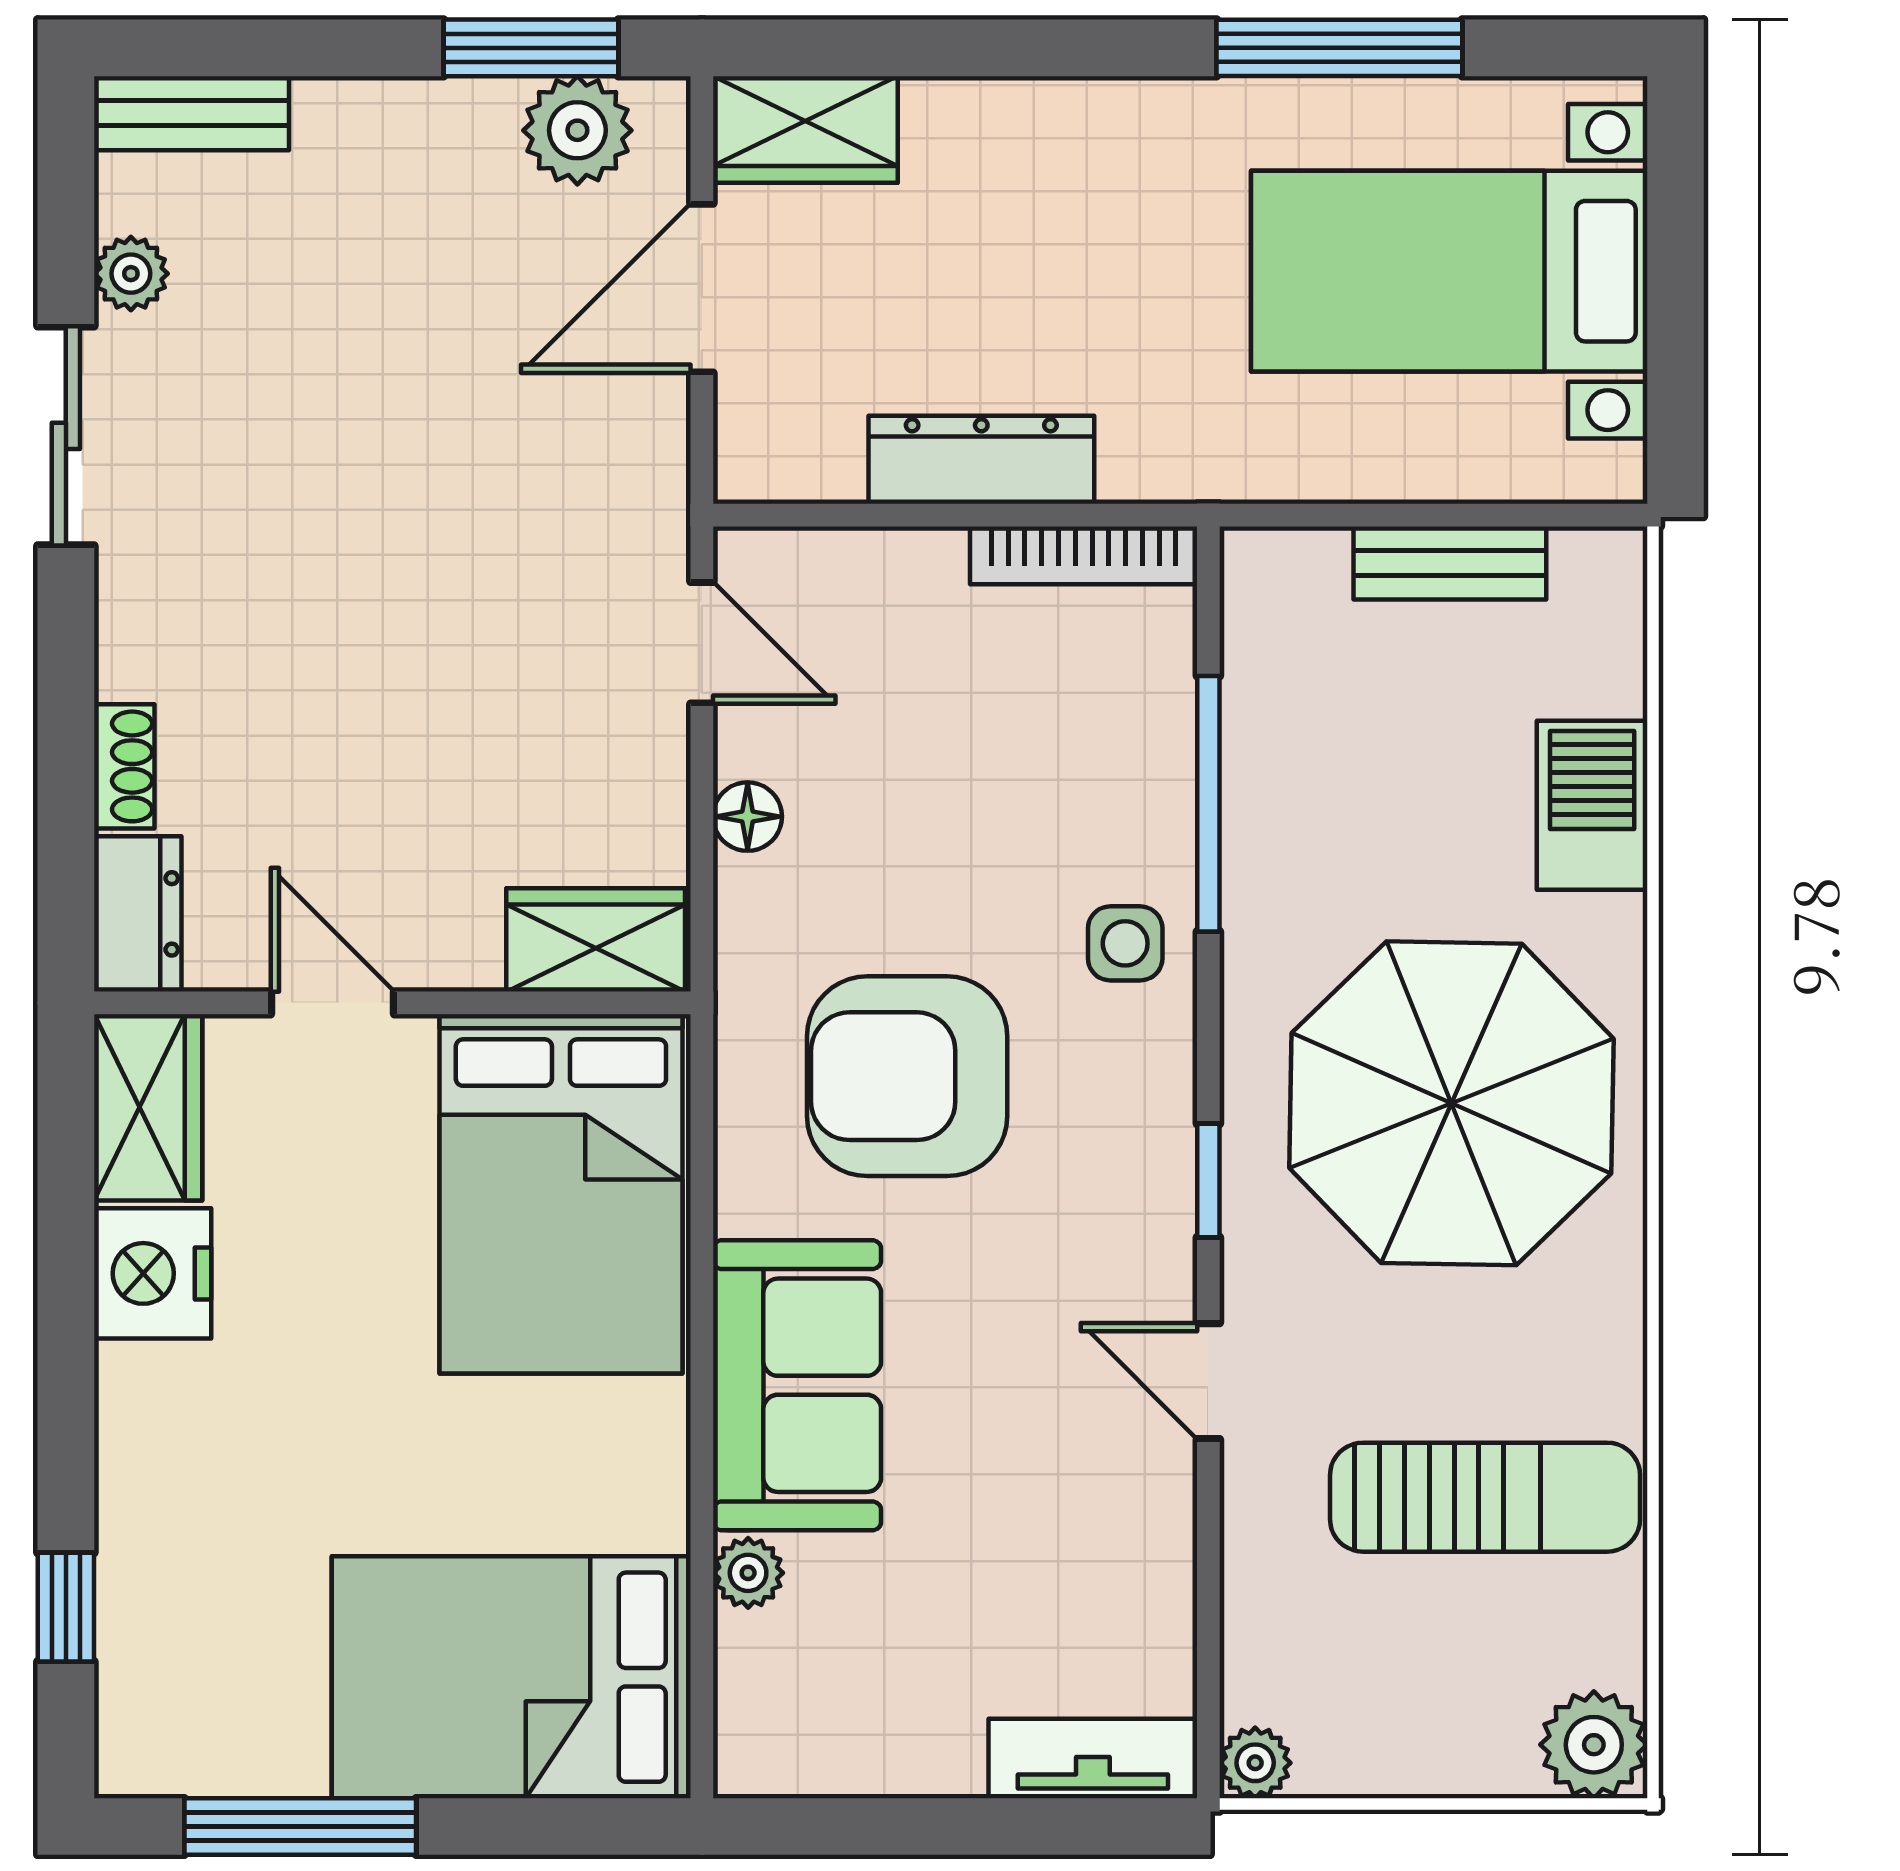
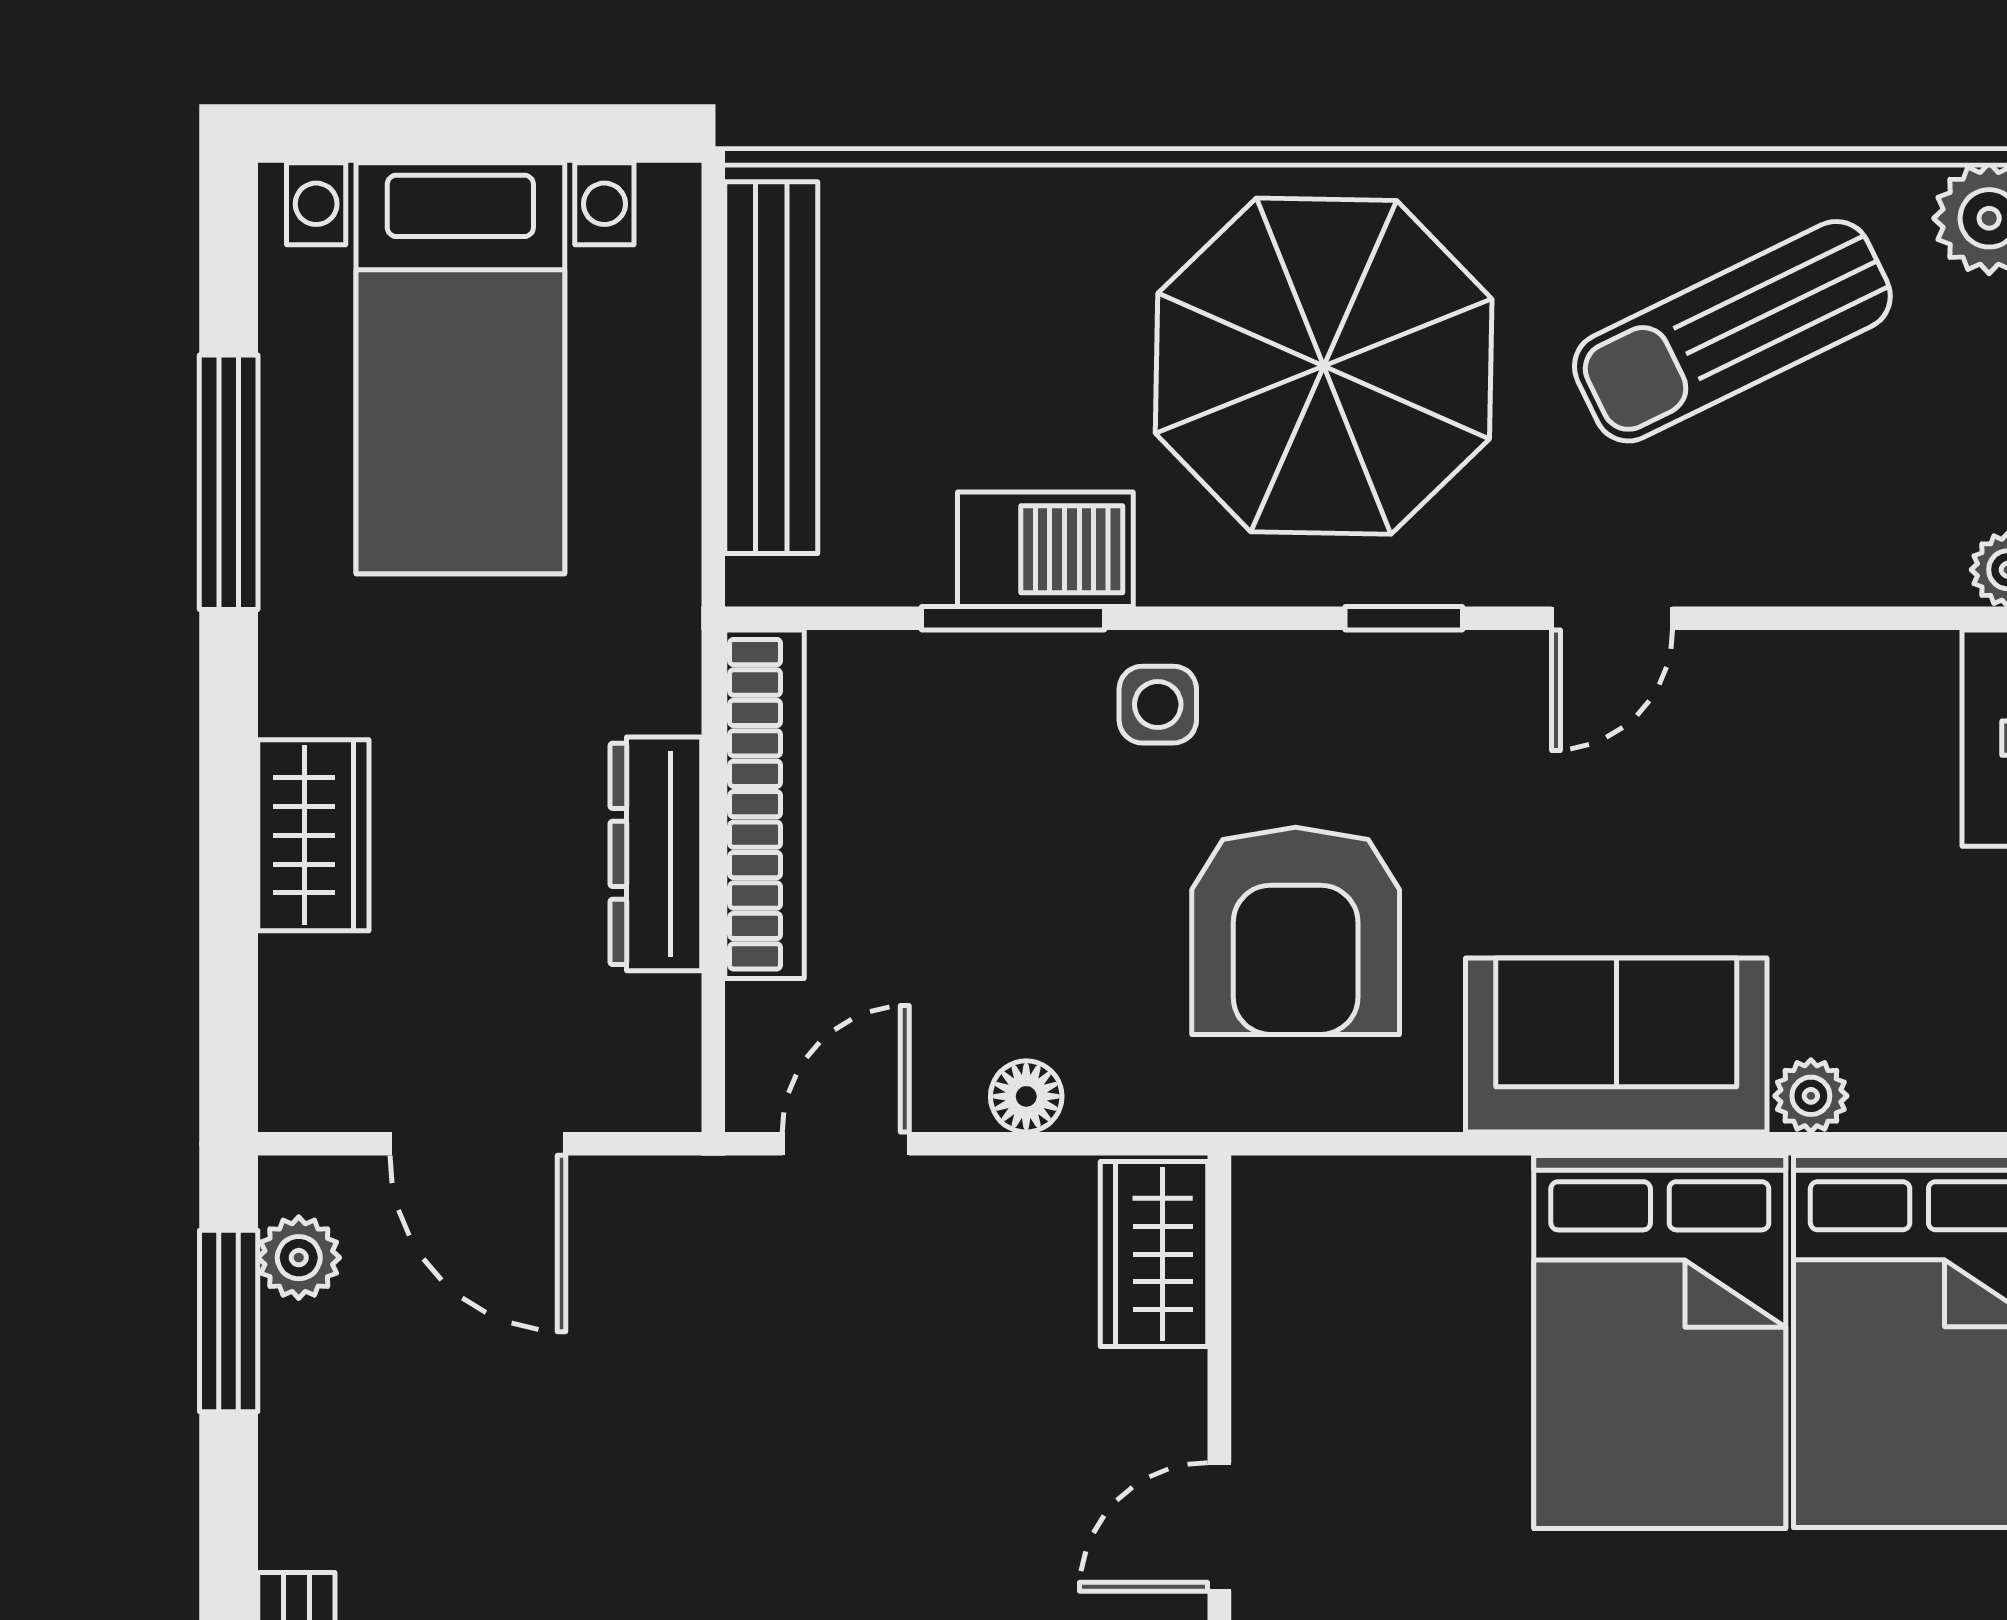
wardrobe: (805, 129) -> (313, 835), moved
plant: (577, 130) -> (299, 1258), width x0.73, depth x0.73
bookcase: (1084, 555) -> (765, 804), width x1.48, depth x1.31
bench: (1450, 563) -> (771, 368), width x1.86, depth x1.21
window: (1208, 804) -> (1013, 618), width x0.69
barbecue: (1592, 805) -> (1045, 549), moved, turned 180
bed: (561, 1194) -> (1660, 1342), moved, turned 90
sun lounger: (1485, 1497) -> (1732, 331), turned -116

